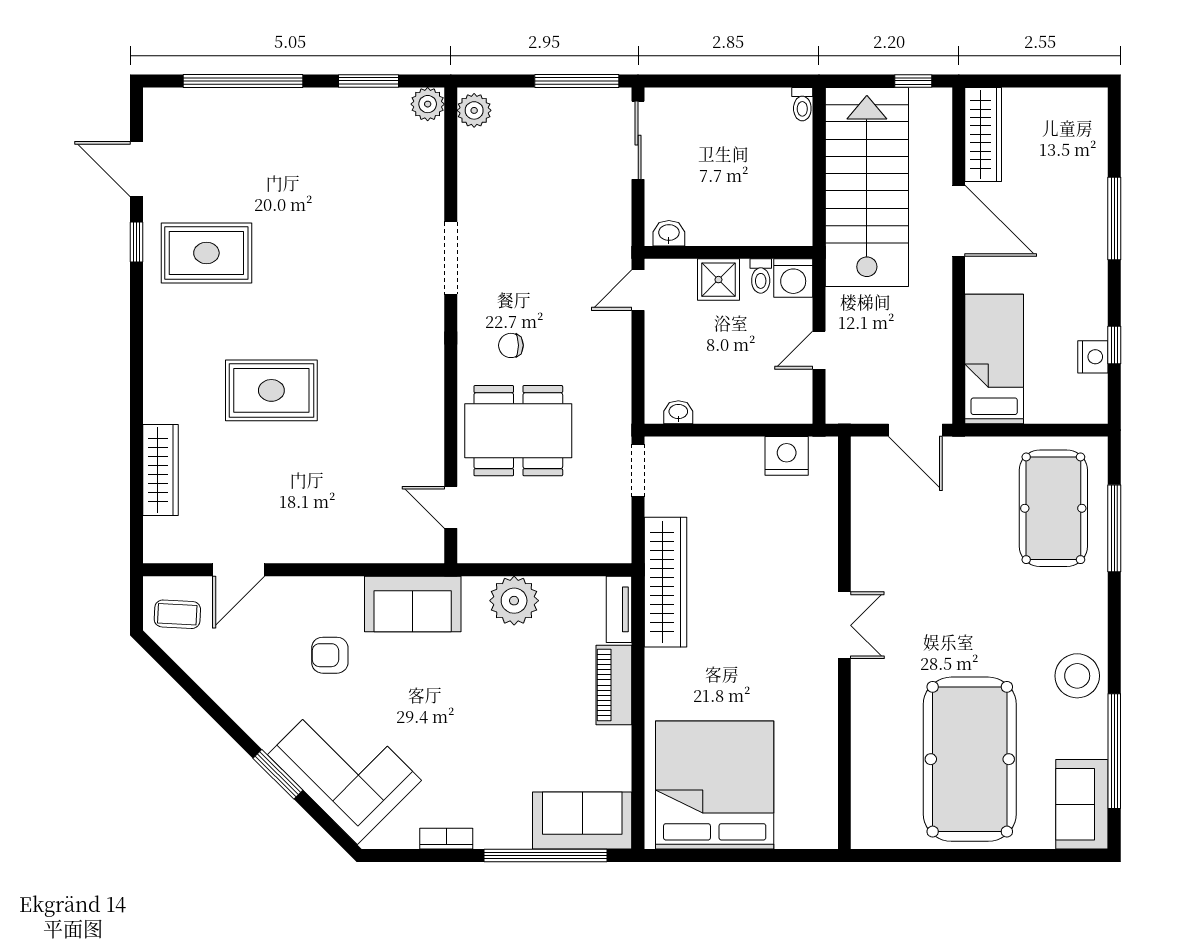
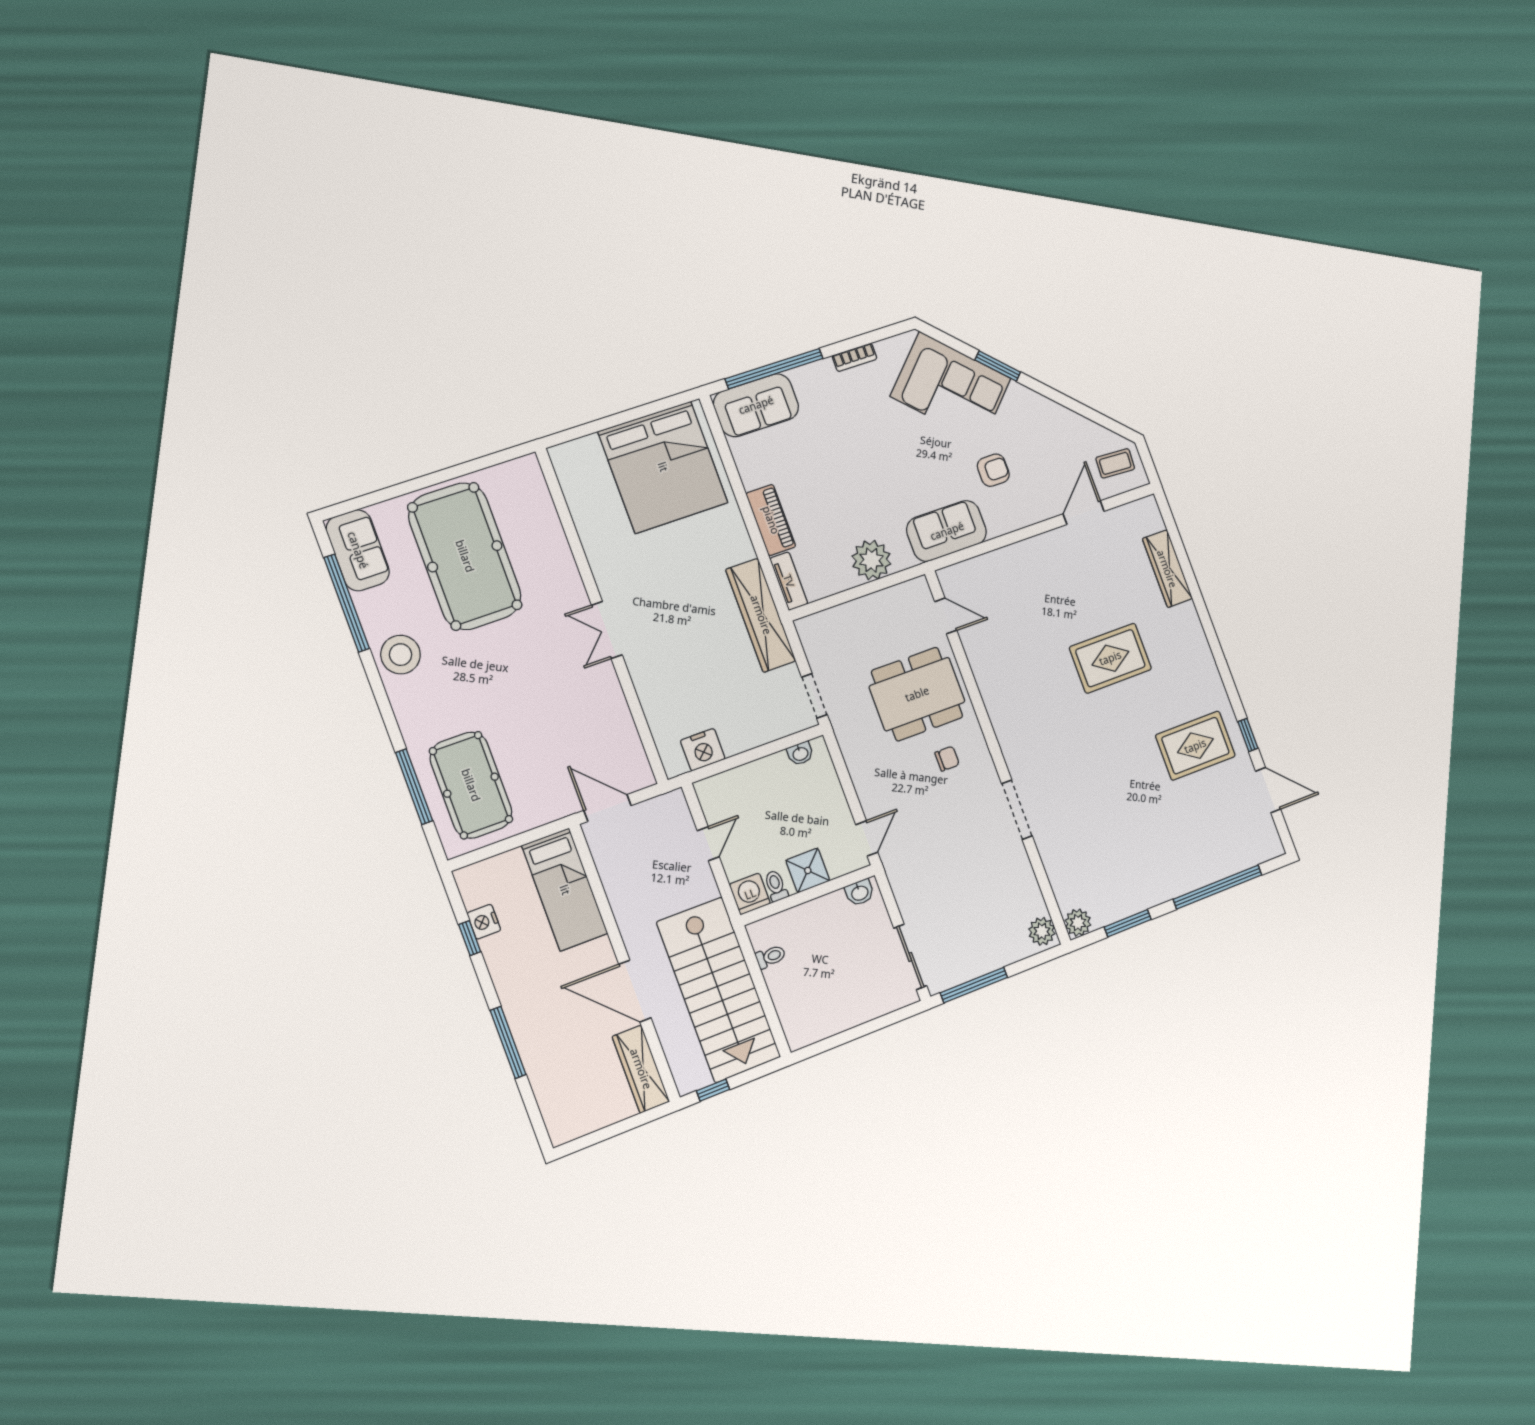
toilet: (802, 104) -> (771, 957), moved, turned 90

